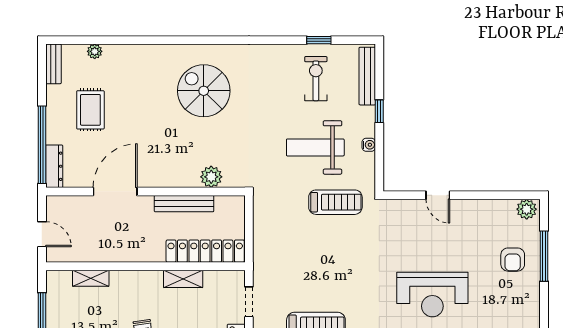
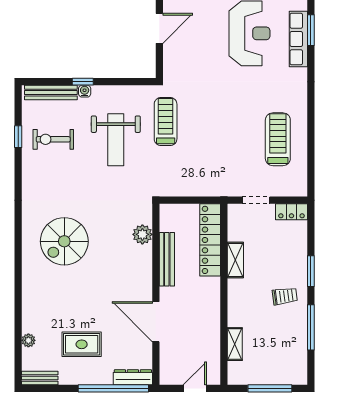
water cooler: (369, 145) -> (85, 91), moved
door: (438, 195) -> (159, 28), width x1.38

